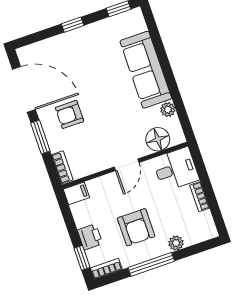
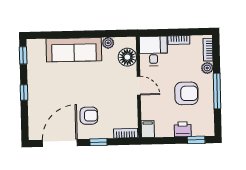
armchair: (70, 114) -> (89, 116), turned -90
window: (40, 137) -> (98, 142), width x0.67
bookcase: (106, 269) -> (208, 50), moved

